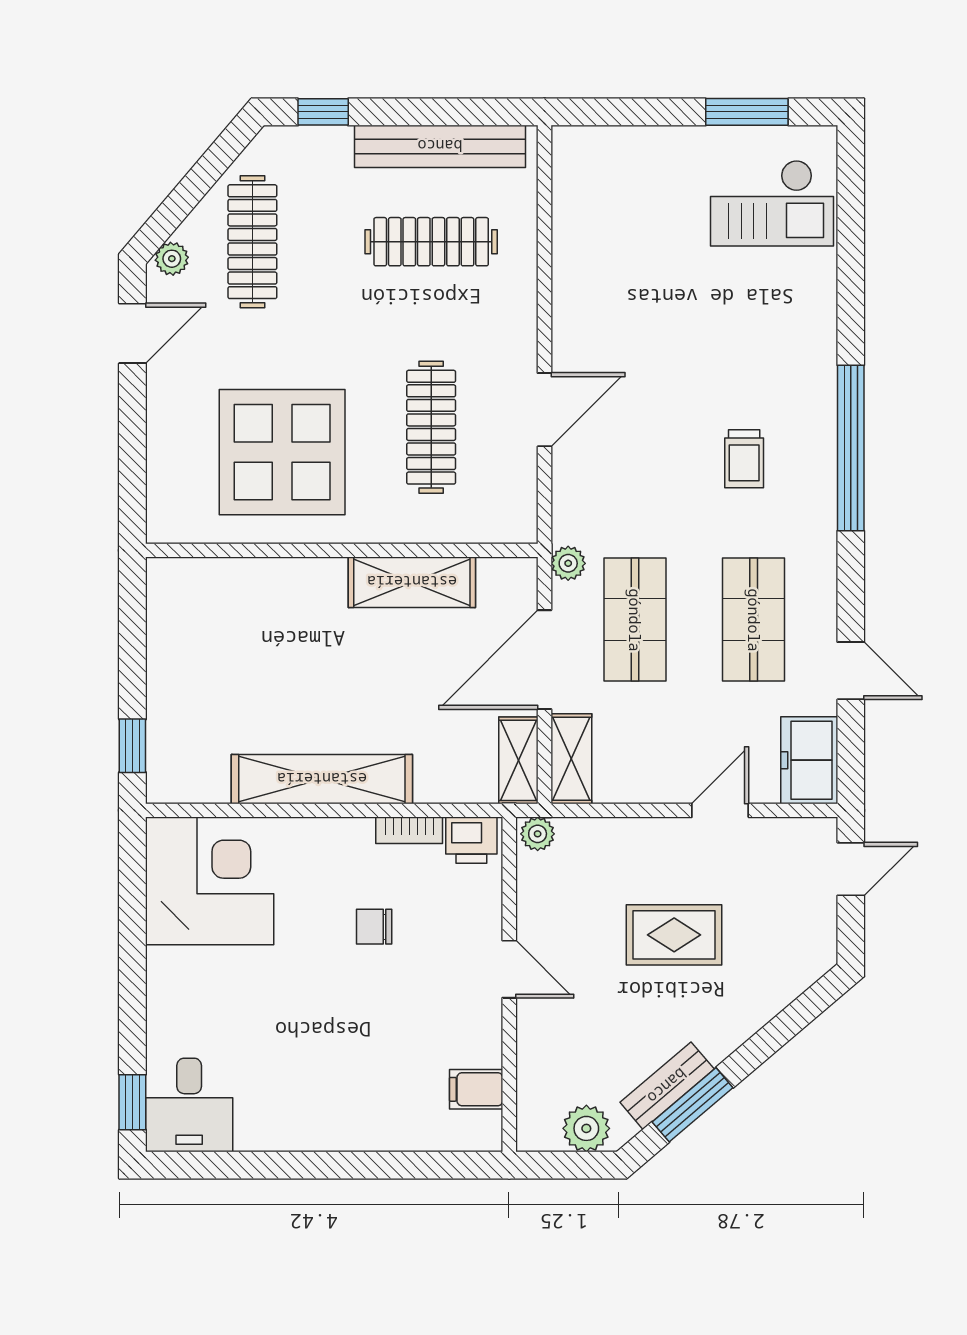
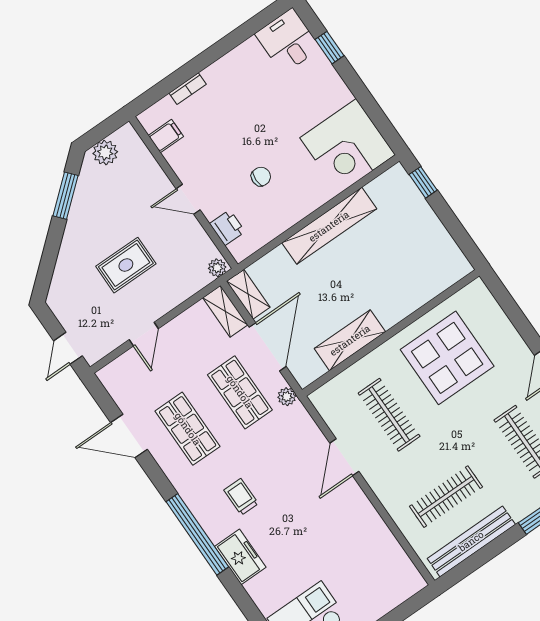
door: (851, 671) -> (129, 436), width x1.38
freezer: (809, 760) -> (240, 557), moved
bookcase: (409, 830) -> (188, 89), moved, turned 180
printer: (471, 840) -> (227, 228), moved, turned 90
bench: (667, 1086) -> (83, 196), removed
window: (132, 1102) -> (330, 48), moved

